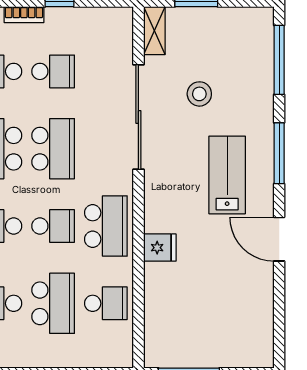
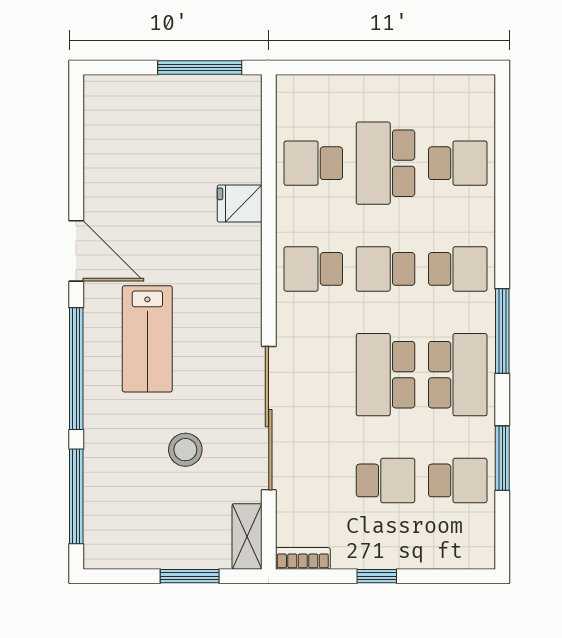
bookcase: (24, 15) -> (303, 558), moved
school desk: (53, 71) -> (385, 480), turned 180
window: (279, 153) -> (76, 369), width x1.46
school desk: (106, 226) -> (313, 269), width x0.54
fridge: (160, 248) -> (240, 204), moved

